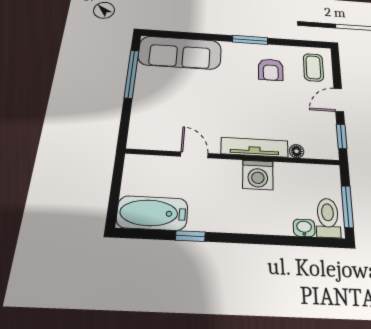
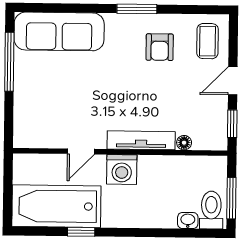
door: (194, 155) -> (81, 151), swing flipped
washing machine: (258, 175) -> (122, 169), moved
bathtub: (152, 213) -> (56, 206), width x1.36, depth x1.36

